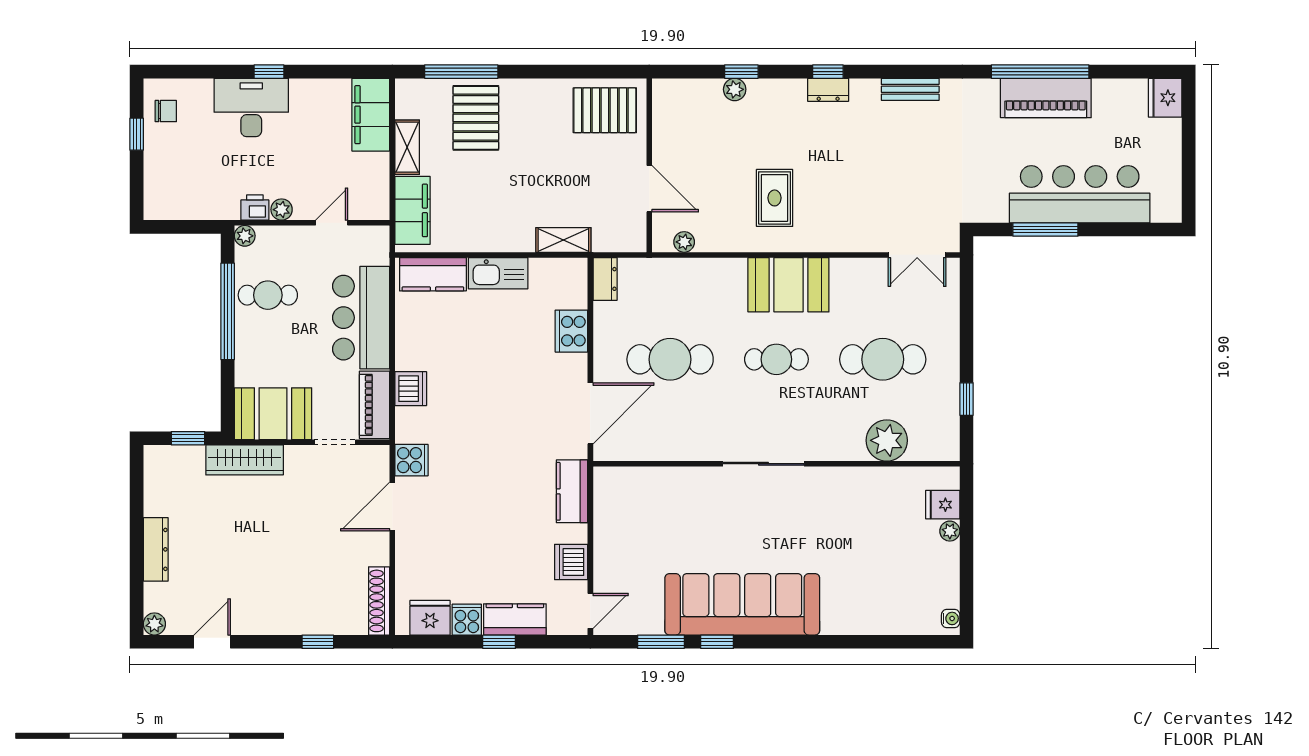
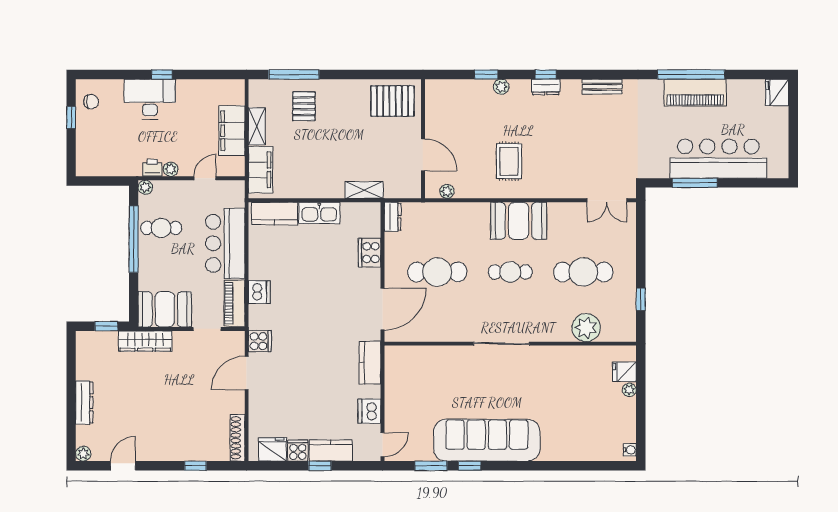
plant: (735, 89) -> (501, 87), moved
filing cabinet: (371, 115) -> (232, 131), moved
pallet: (476, 118) -> (304, 106), width x0.67, depth x0.71

